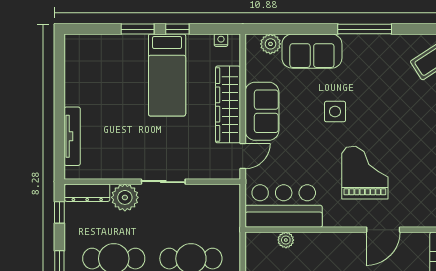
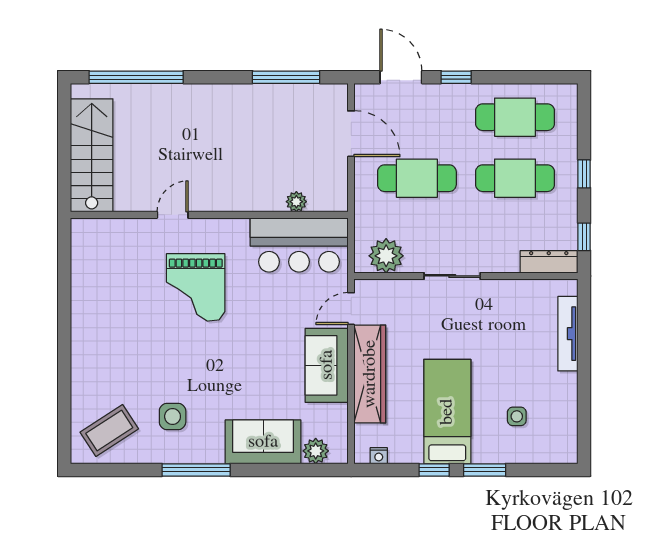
side table: (112, 71) -> (517, 416), added
side table: (335, 112) -> (173, 416), moved
plant: (125, 197) -> (386, 256), moved
door: (383, 230) -> (173, 215), width x0.73

